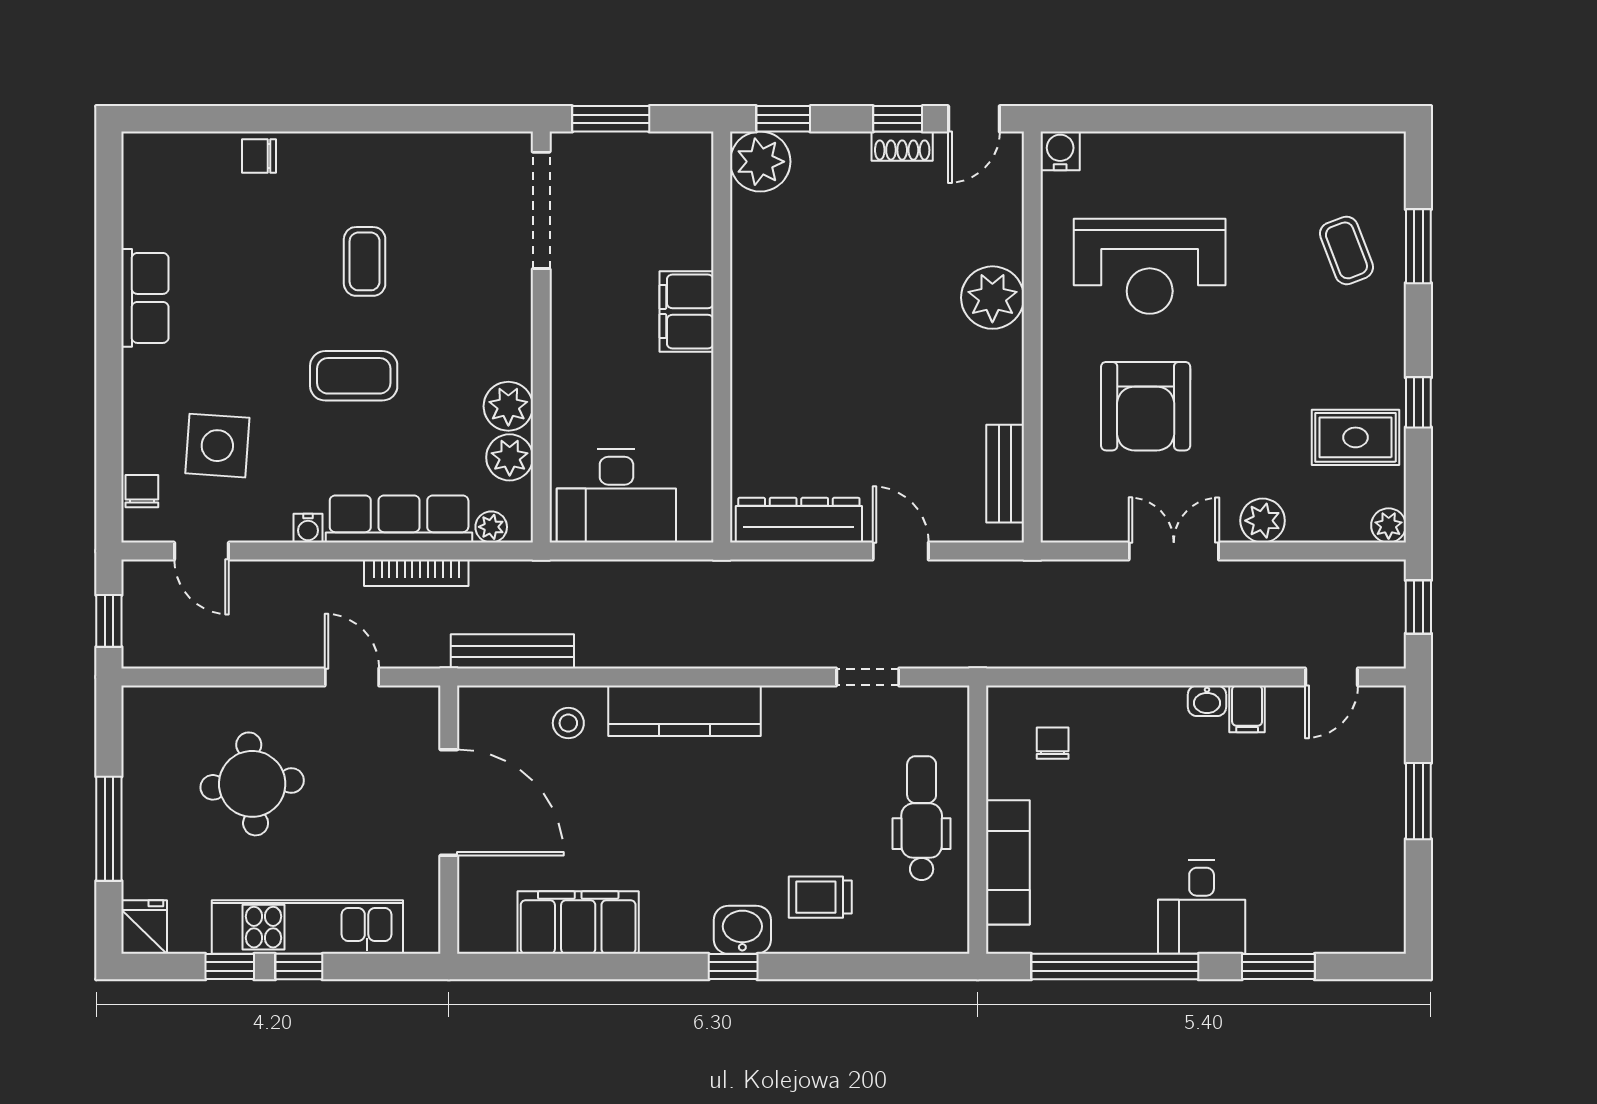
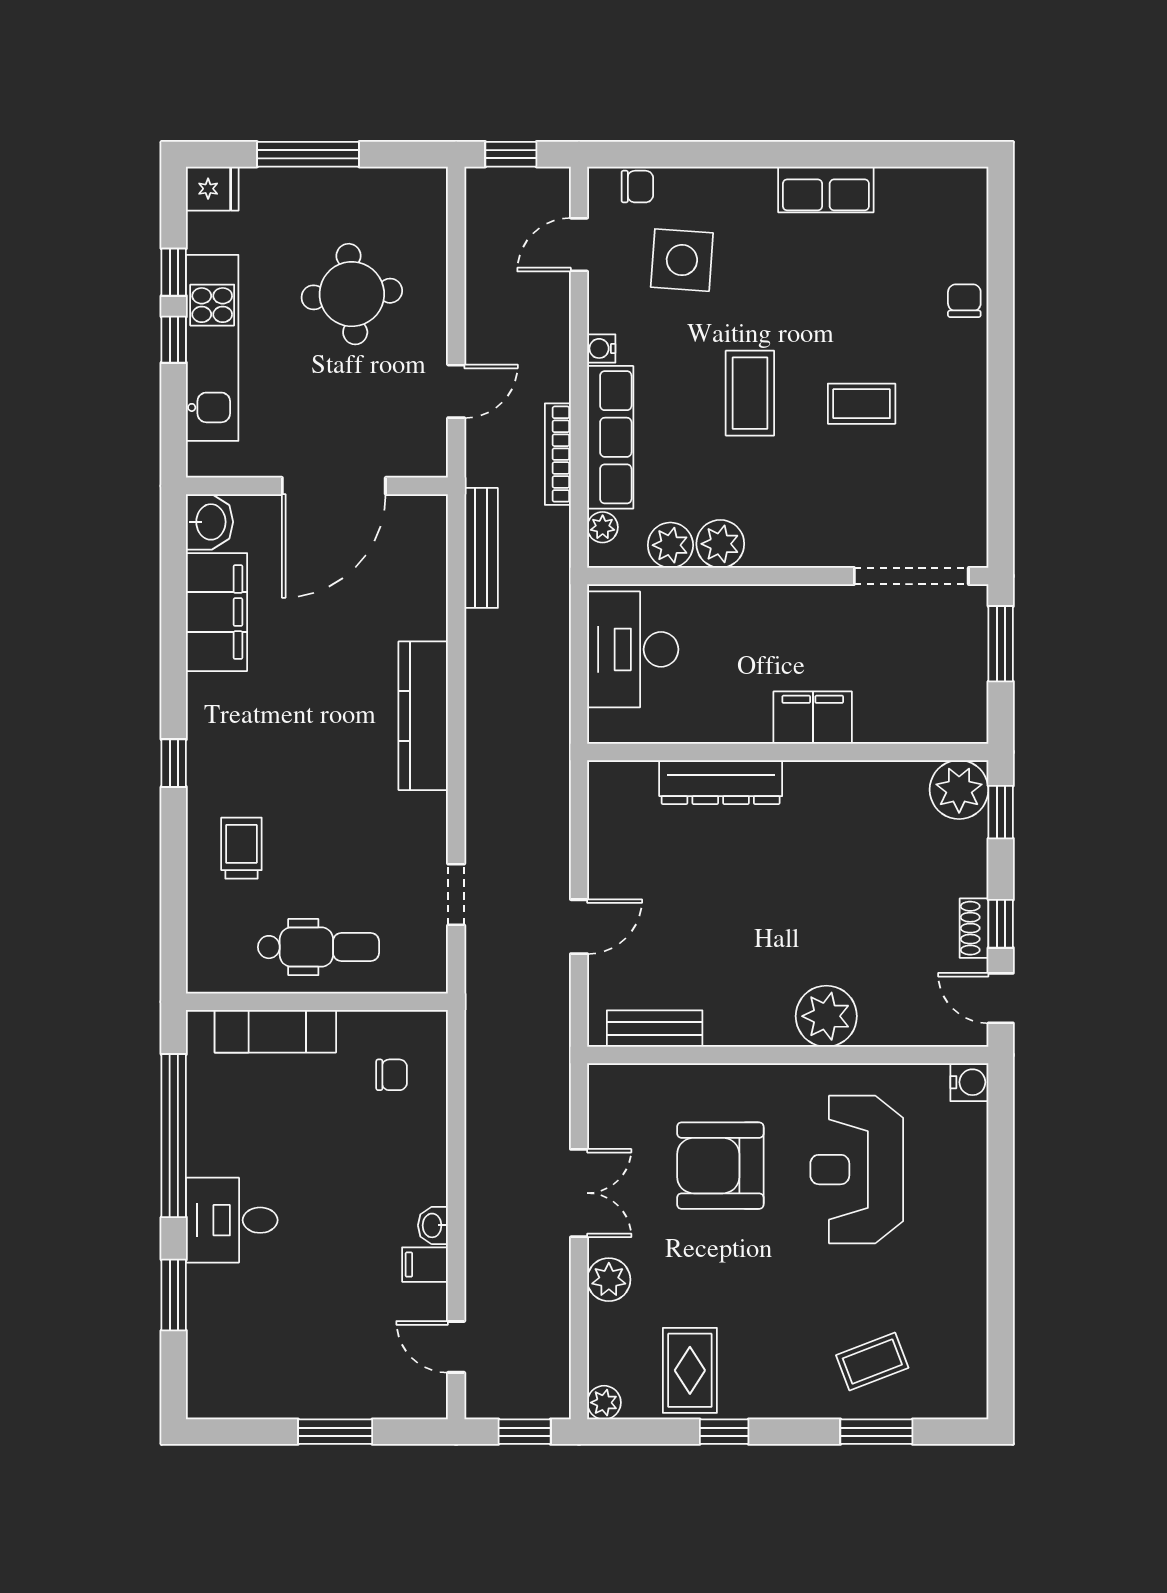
dresser: (799, 520) -> (721, 782), moved, turned 90
stool: (568, 723) -> (411, 602), removed
washbasin: (742, 930) -> (210, 522), moved

